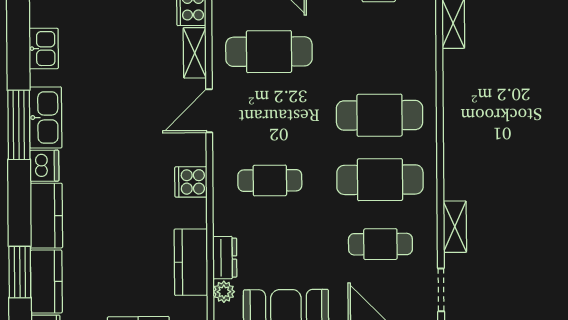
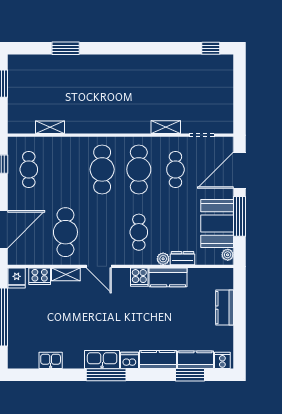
kitchen sink: (44, 49) -> (51, 360), moved
kitchen counter: (191, 262) -> (168, 277), moved
plant: (224, 292) -> (163, 259), moved

